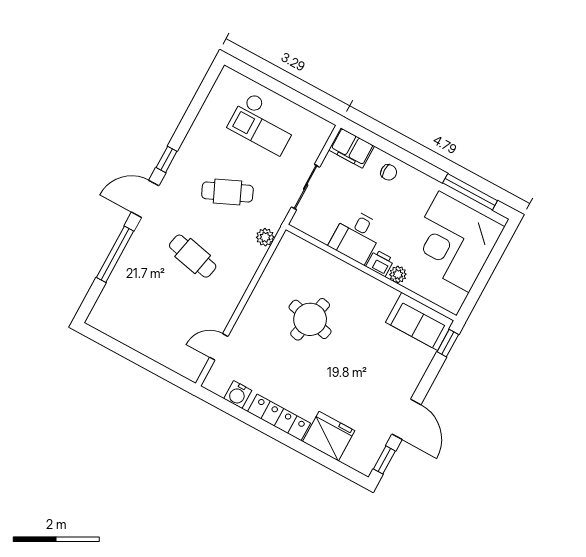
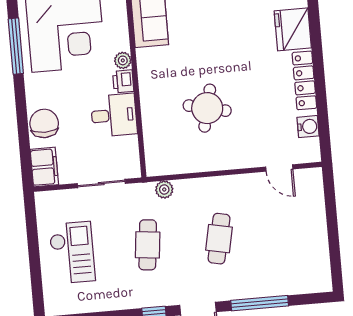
chair: (389, 172) -> (44, 123), width x1.87, depth x1.87
cafe table: (227, 192) -> (148, 245), turned 30

